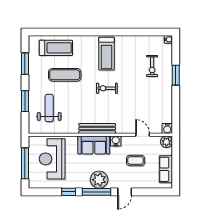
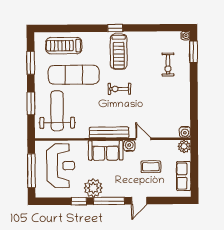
window: (103, 32) -> (115, 28), added
treadmill: (56, 48) -> (64, 46), turned 180
exercise mat: (65, 75) -> (74, 75), width x1.36, depth x1.45
window: (176, 75) -> (194, 52), moved
weight bench: (49, 108) -> (57, 111), width x1.36, depth x1.33
door: (143, 135) -> (143, 139), moved
reception desk: (52, 159) -> (61, 166), turned 180
plant: (99, 180) -> (93, 188), moved

